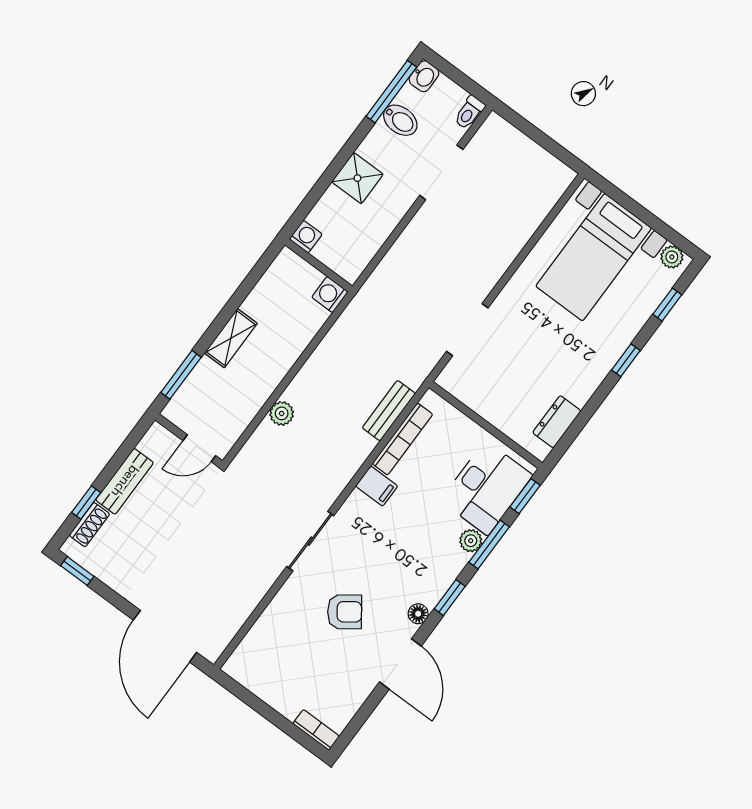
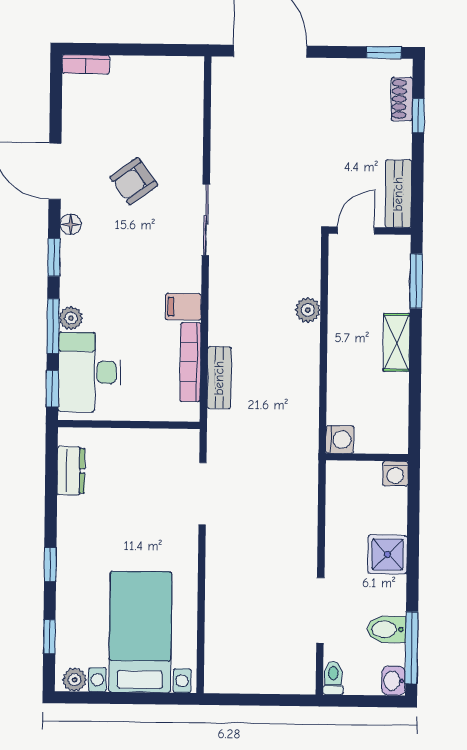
bench: (124, 481) -> (398, 194), moved

